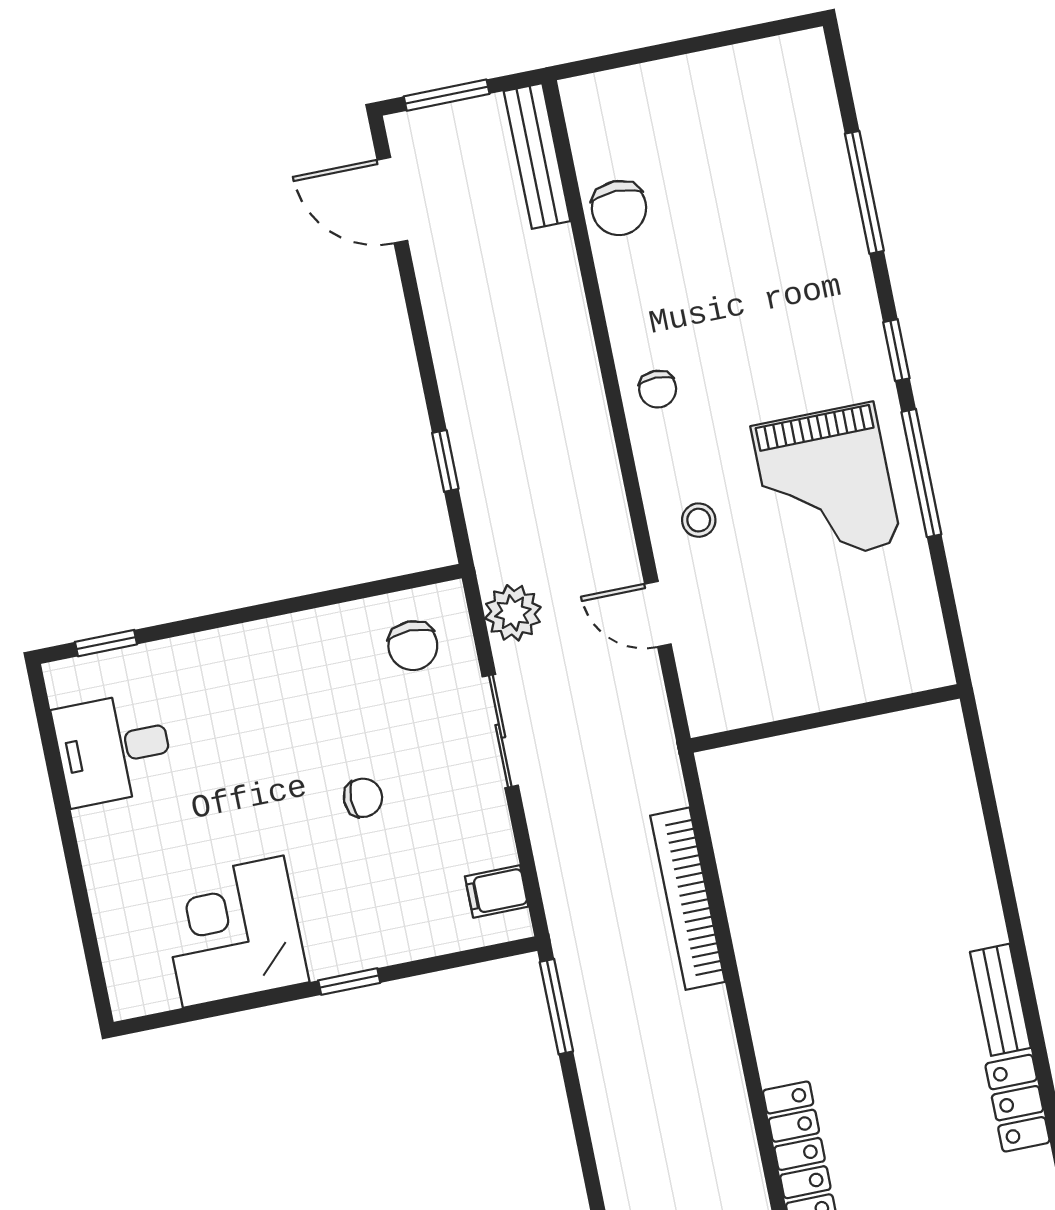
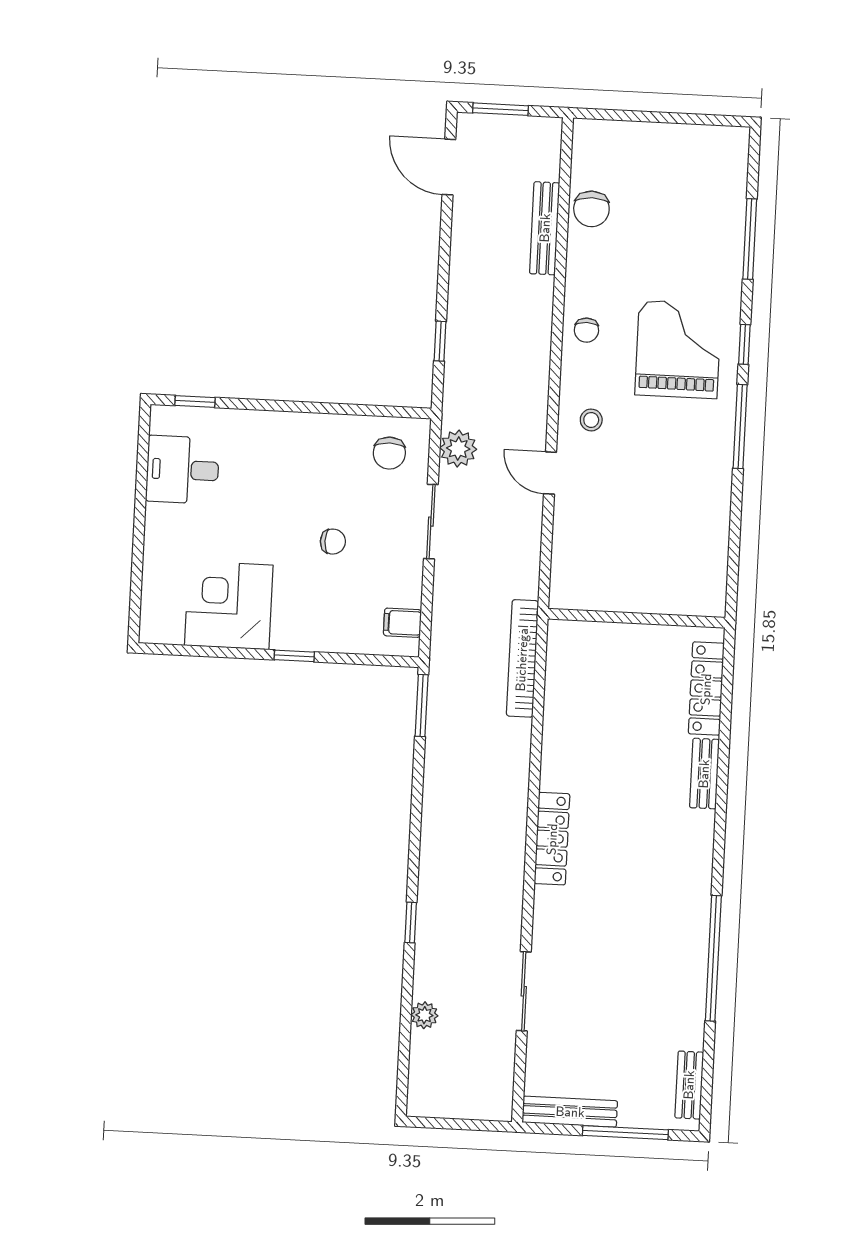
bench: (537, 156) -> (545, 228), moved
grand piano: (826, 485) -> (678, 349), moved, turned 180
wall: (825, 718) -> (637, 618), moved
locker: (1018, 1103) -> (706, 689), moved, width x1.53

